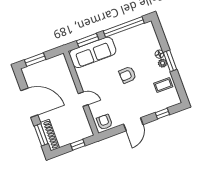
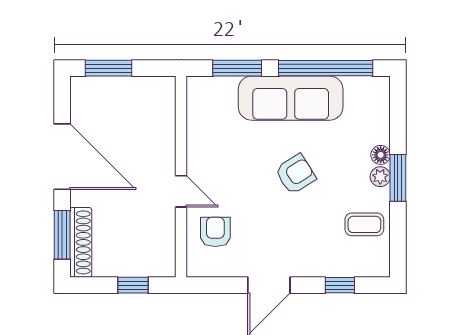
sofa: (93, 52) -> (291, 98), moved
armchair: (127, 75) -> (295, 174), turned 151
armchair: (104, 122) -> (215, 232), moved

